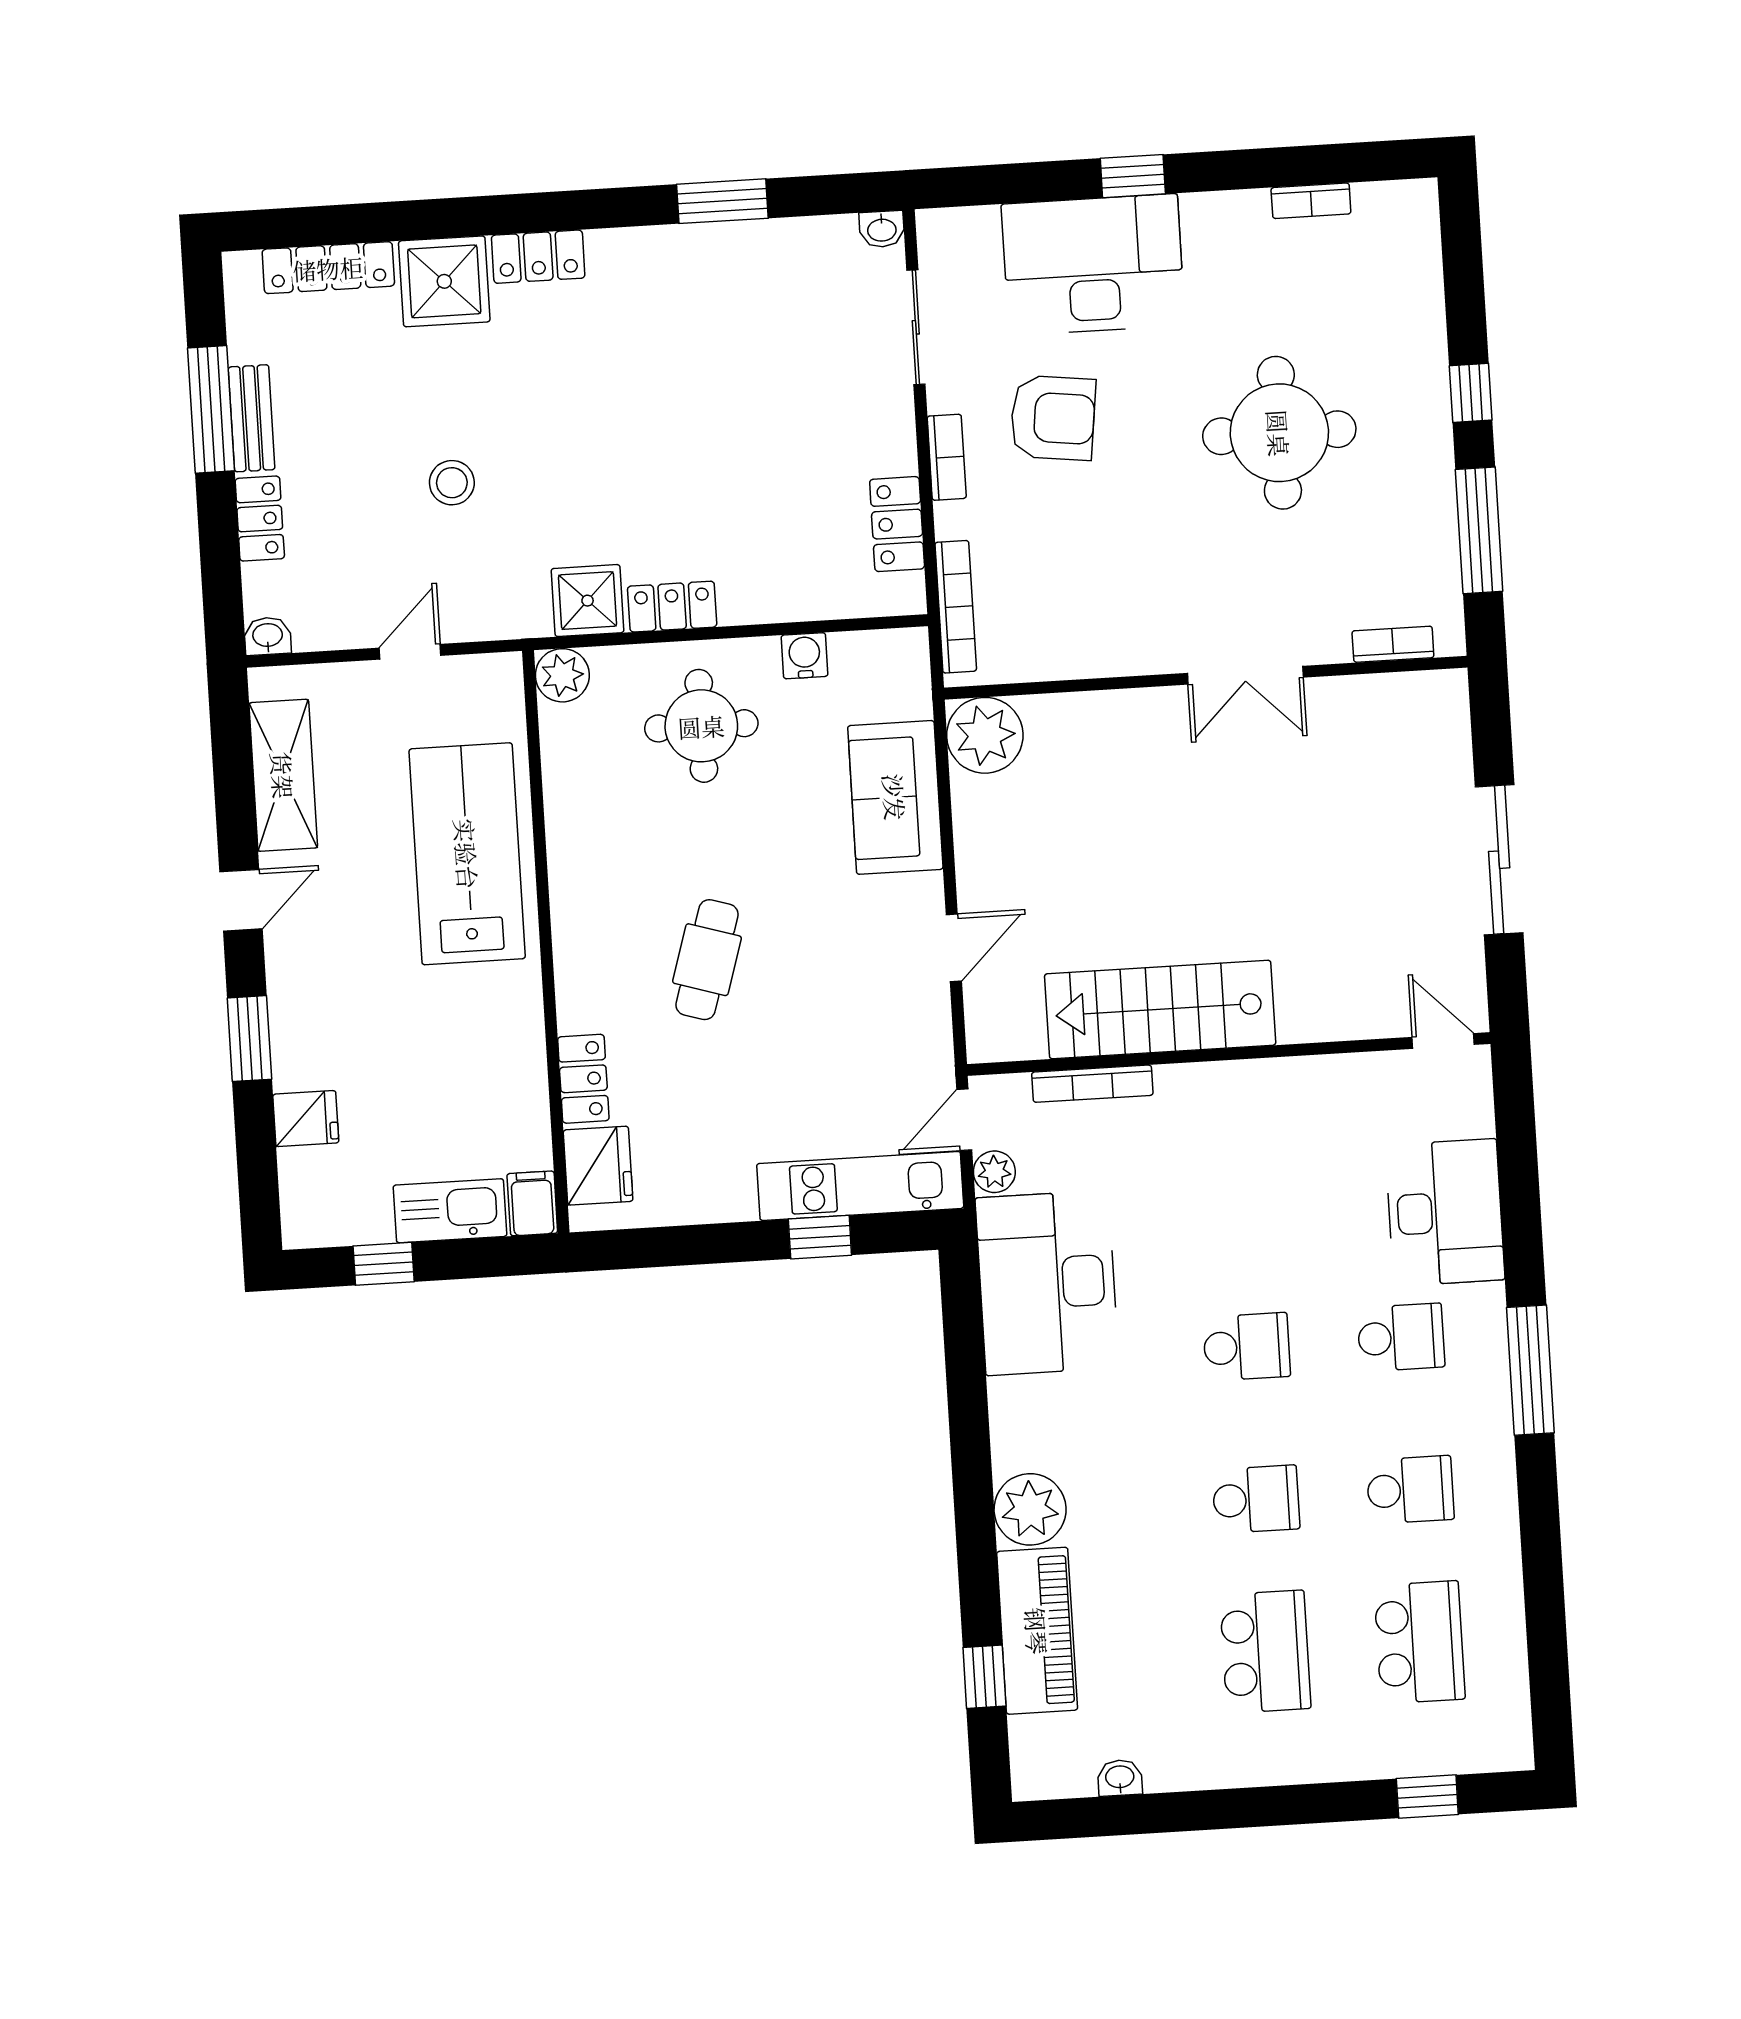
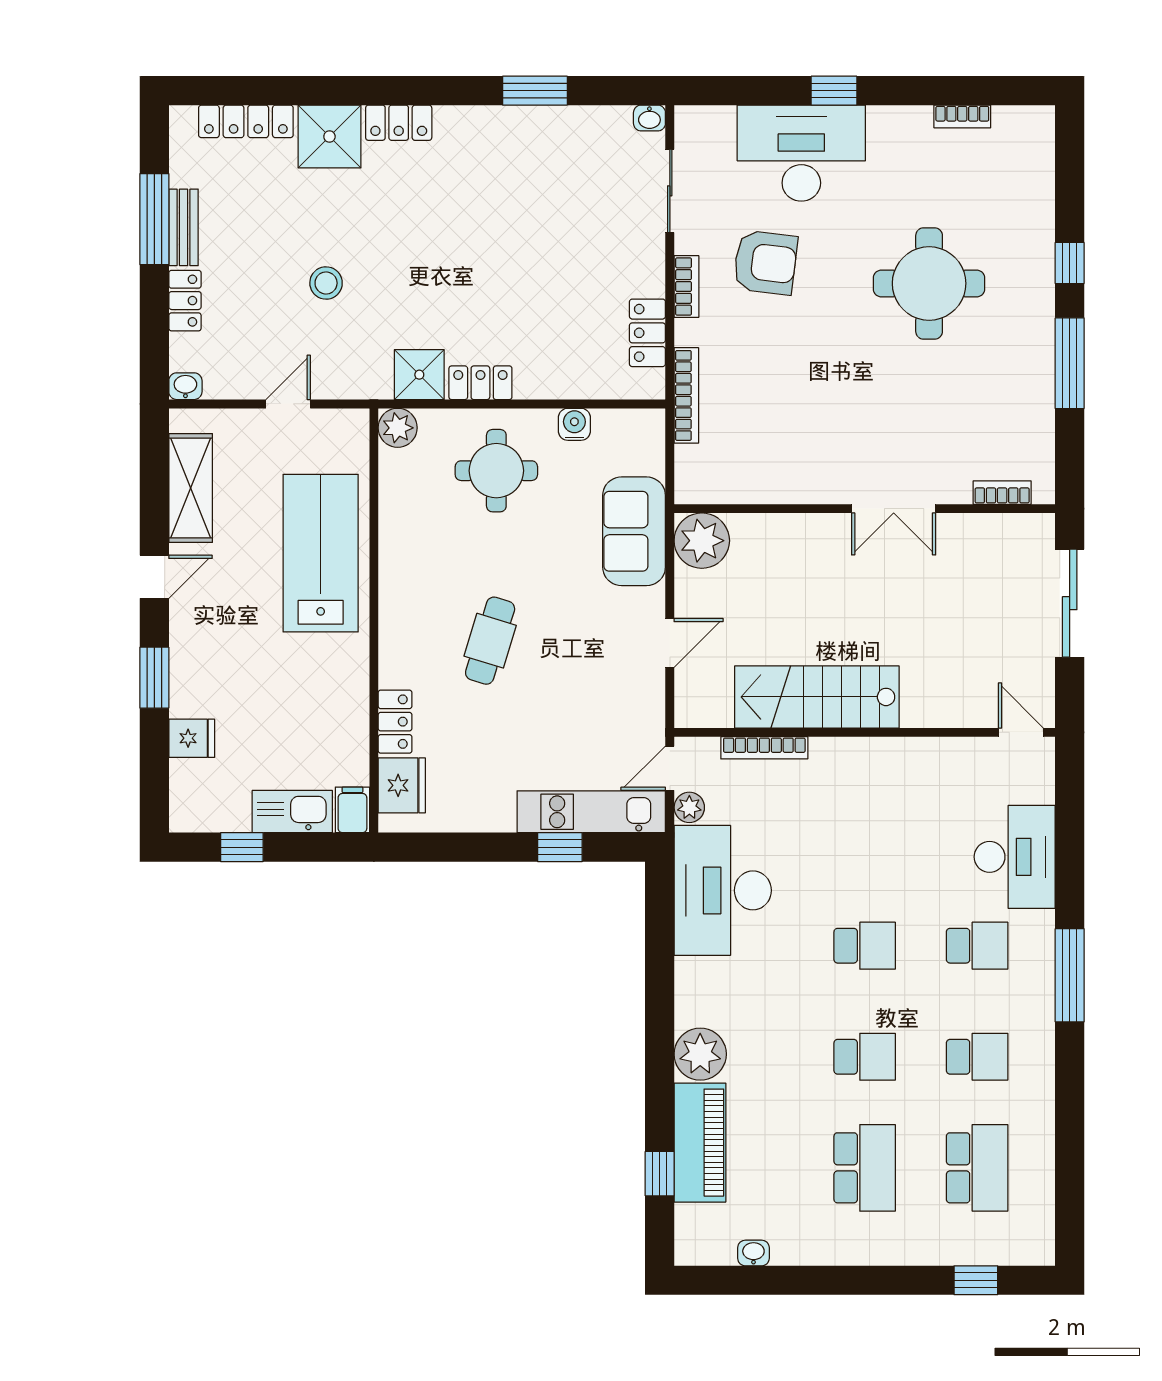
bookcase: (1393, 644) -> (1002, 493), moved
double door: (1245, 675) -> (894, 509), moved
wall: (1206, 678) -> (865, 509), moved
plant: (985, 735) -> (702, 541), moved

